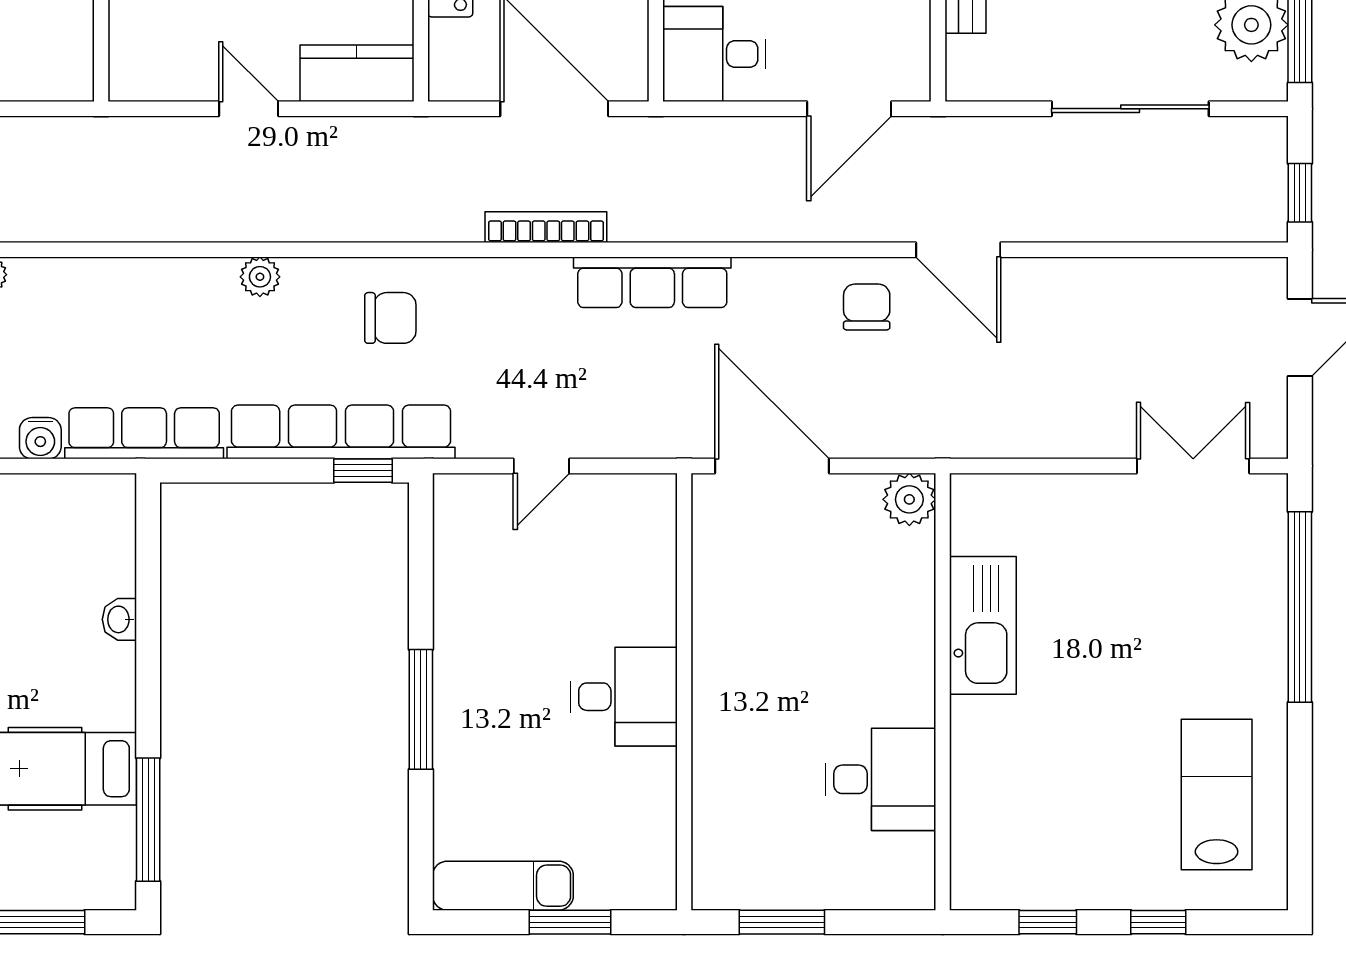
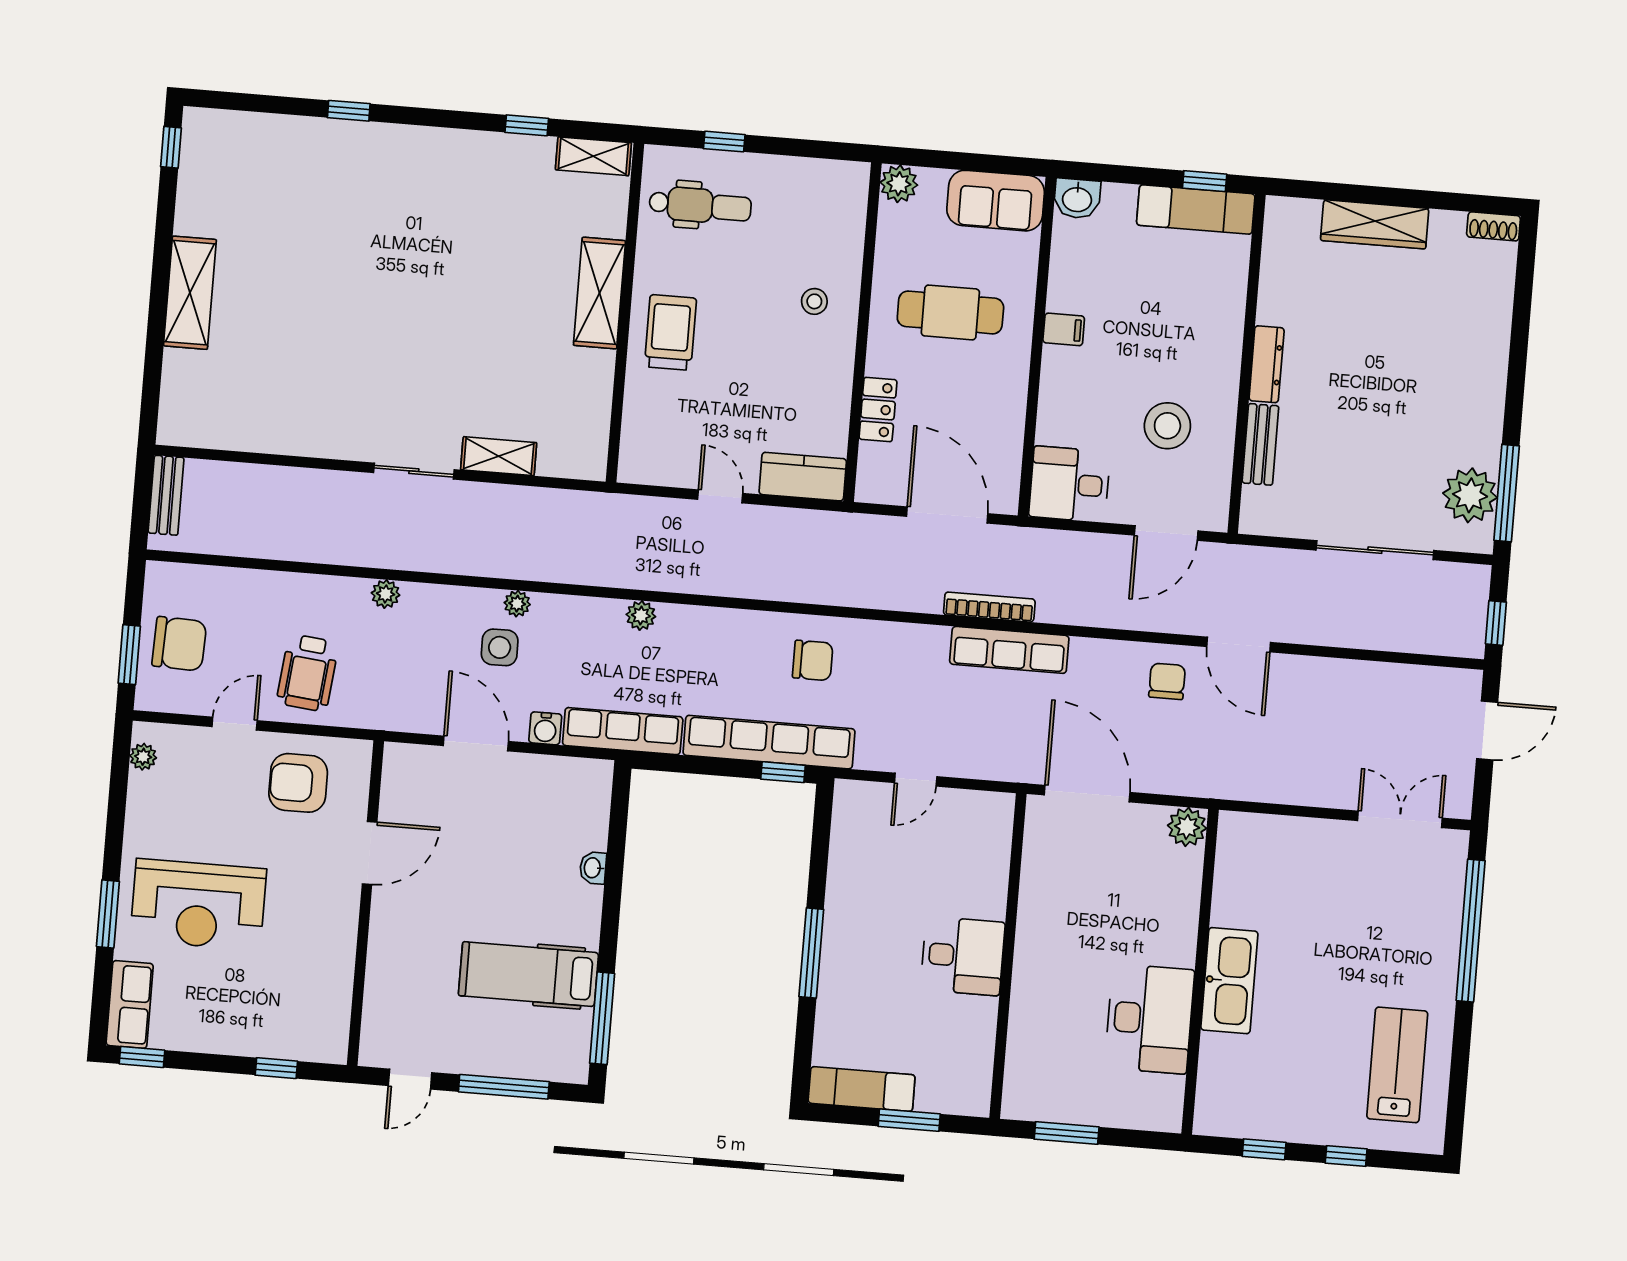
bookcase: (546, 227) -> (989, 607), moved
plant: (260, 277) -> (641, 615), moved
kitchen sink: (983, 625) -> (1229, 981), moved
desk: (880, 779) -> (1150, 1019), width x1.37

